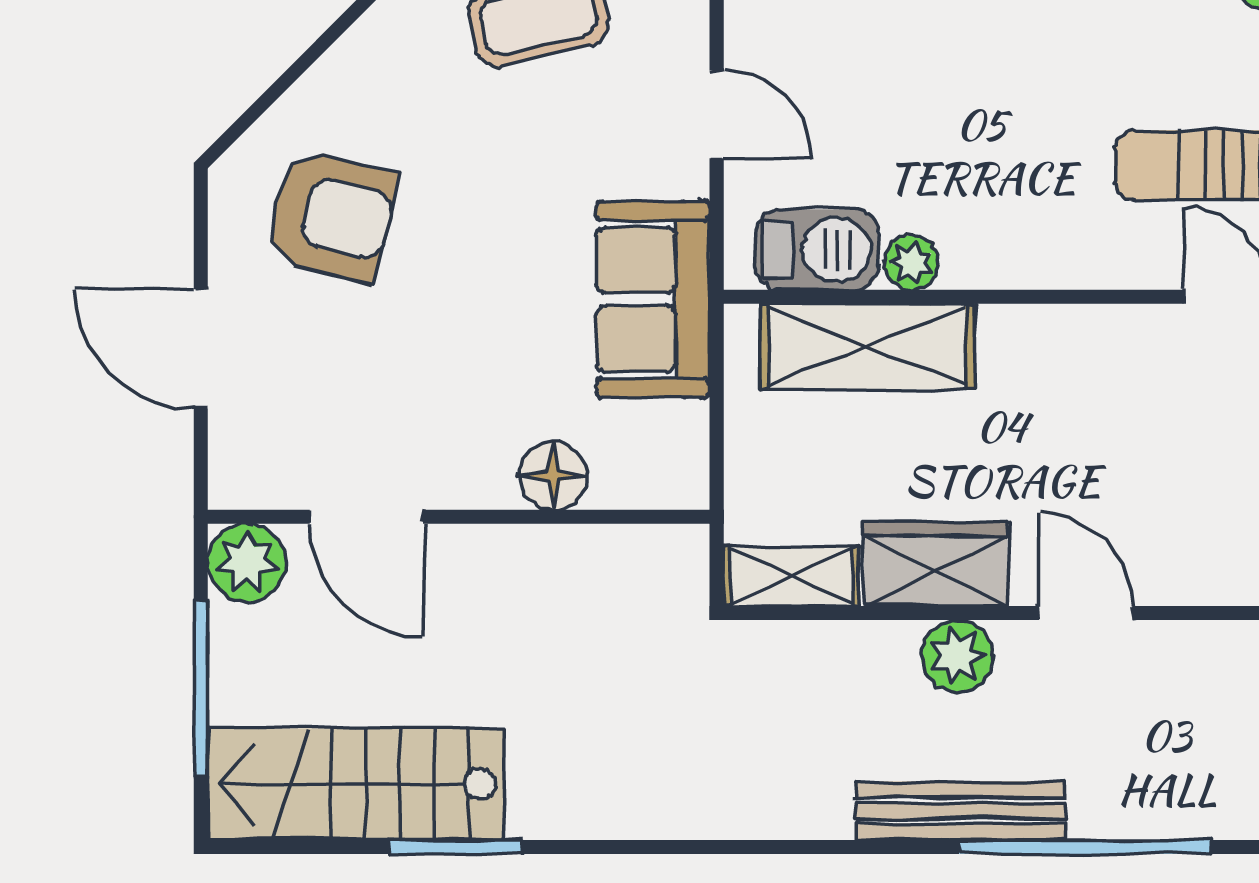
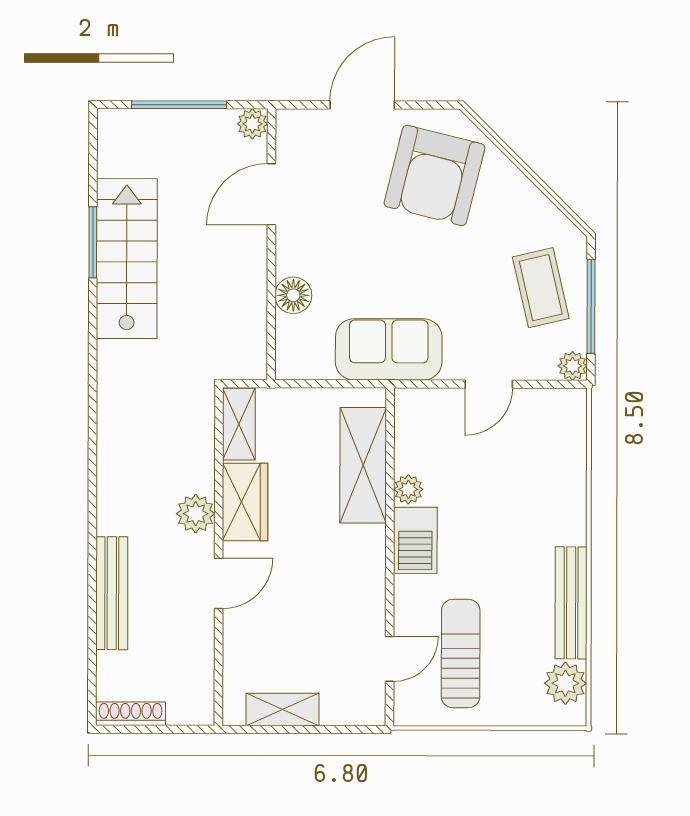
armchair: (331, 215) -> (434, 175), width x1.36, depth x1.36
barbecue: (817, 250) -> (415, 540), moved
plant: (247, 563) -> (252, 124), width x0.73, depth x0.73
stairs: (356, 784) -> (127, 259), moved
bench: (961, 811) -> (112, 593), moved
window: (1085, 847) -> (92, 582), removed

